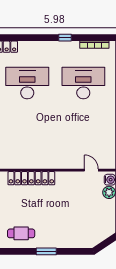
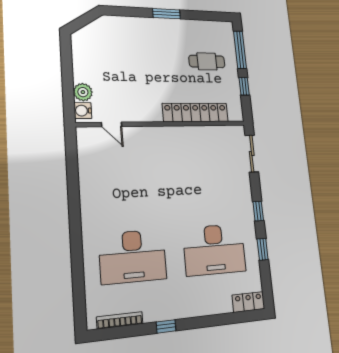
cafe table: (21, 233) -> (207, 61), moved

